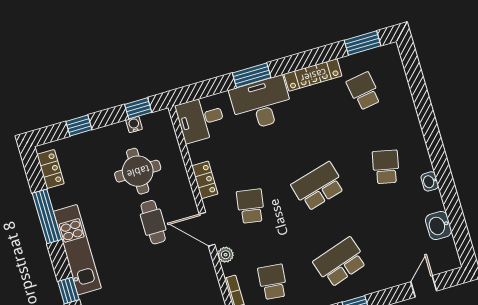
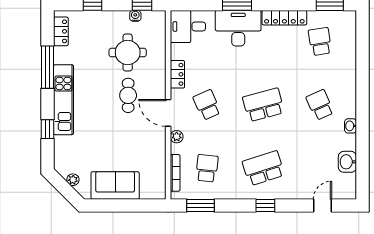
school desk: (386, 167) -> (320, 105), turned -36
school desk: (251, 206) -> (207, 105), turned -33

